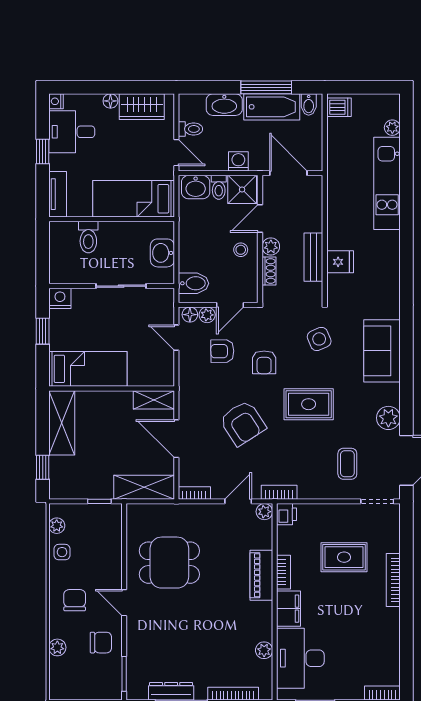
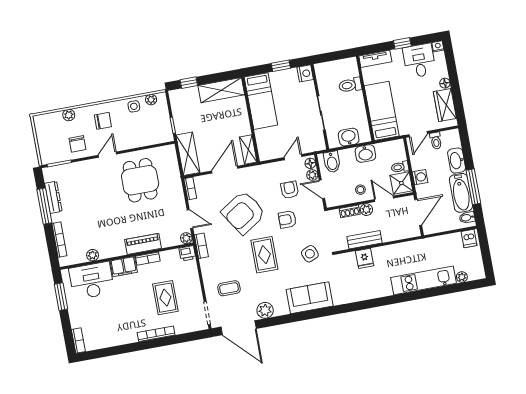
washbasin: (196, 187) -> (365, 154), moved, turned -90
armchair: (243, 423) -> (243, 213), width x1.36, depth x1.36

